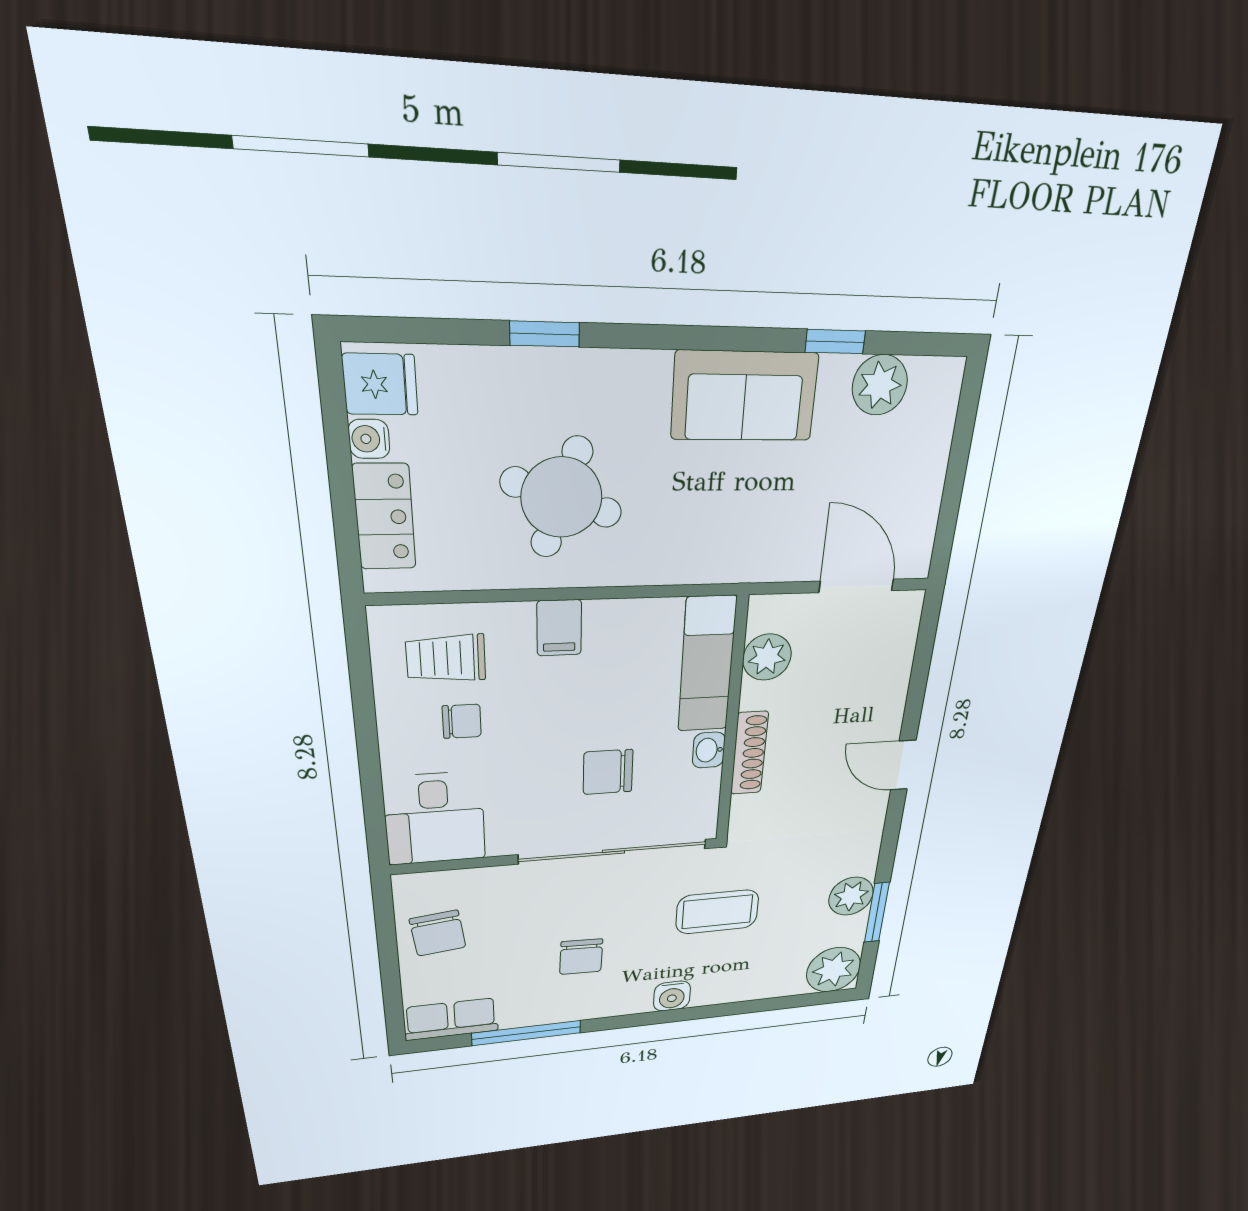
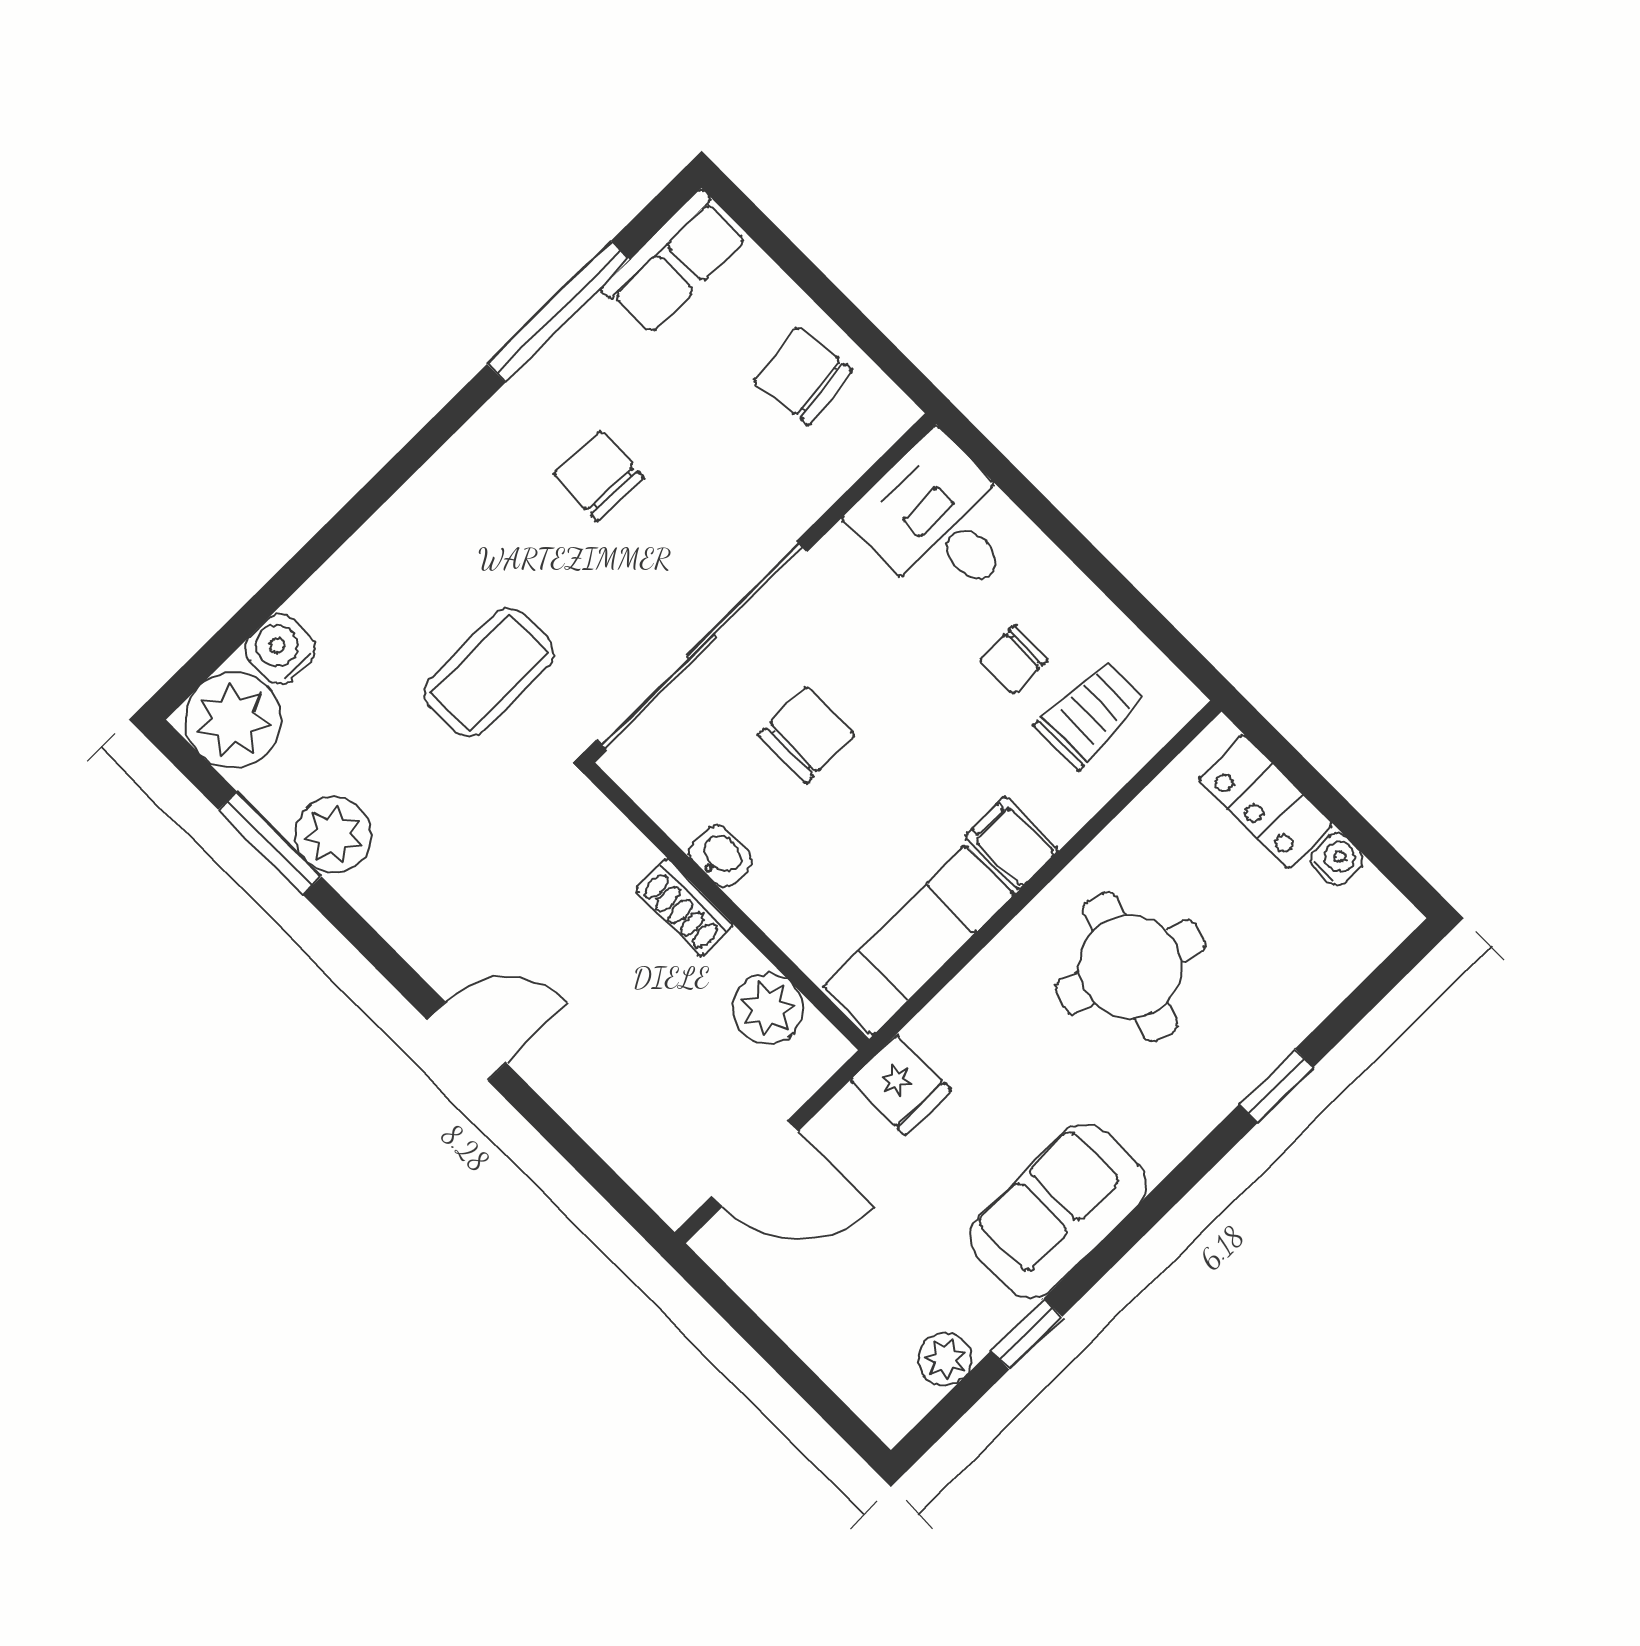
fridge: (380, 384) -> (901, 1085), moved, turned -90
plant: (880, 385) -> (945, 1359), width x0.73, depth x0.73
exam couch: (707, 665) -> (919, 940), moved, turned -90
shoe rack: (749, 753) -> (684, 908), width x0.70
water cooler: (672, 996) -> (280, 649), moved

